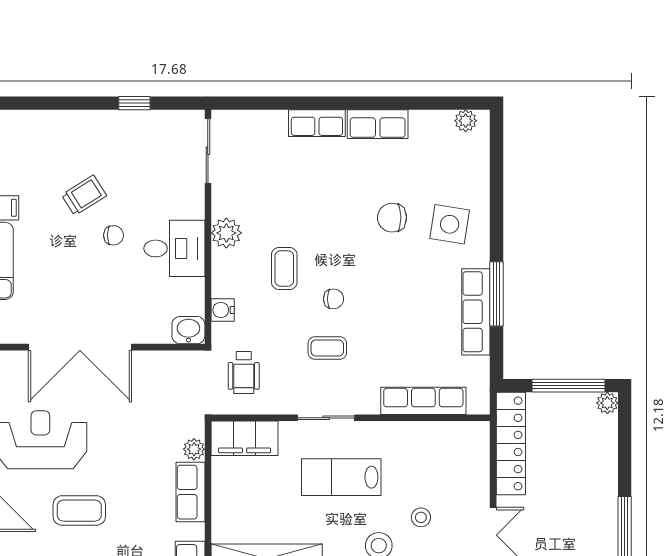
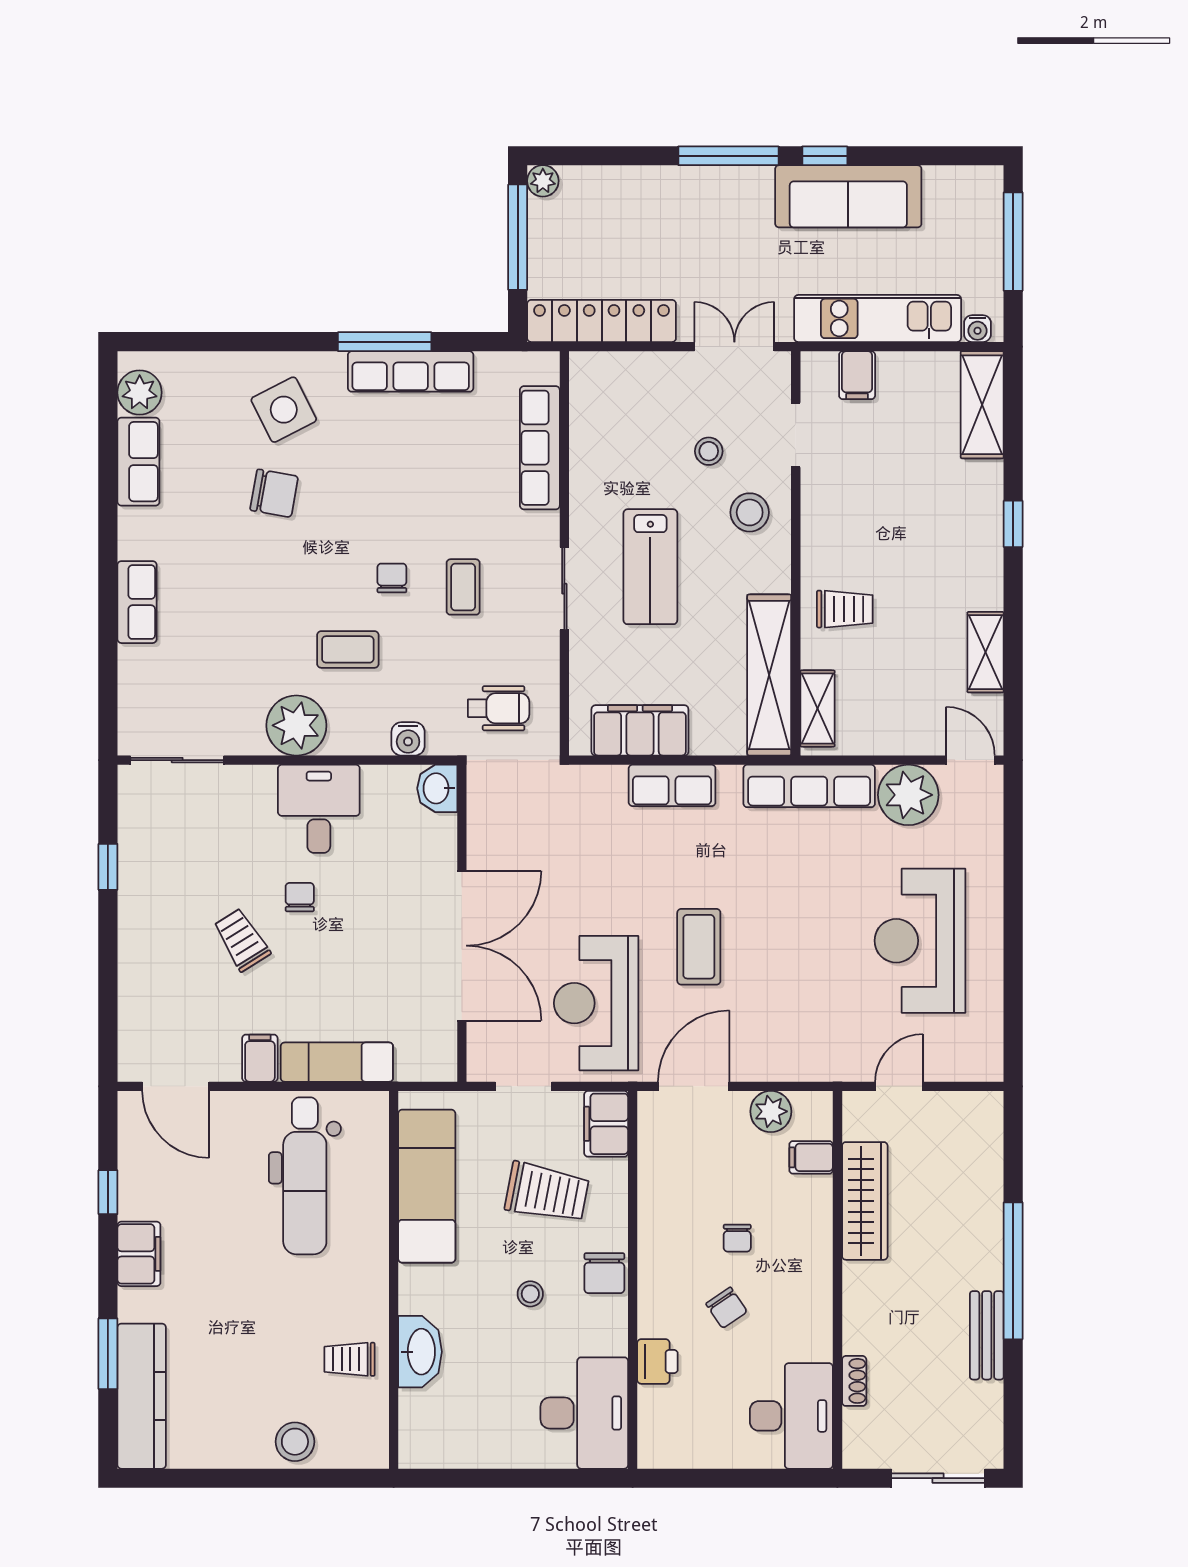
plant: (466, 121) -> (140, 392), width x1.38, depth x1.38
row of seats: (378, 124) -> (138, 462), moved
chair: (392, 218) -> (274, 493), turned -80
side table: (450, 224) -> (284, 410), turned -36
plant: (226, 233) -> (296, 725), width x1.36, depth x1.36
filing cabinet: (245, 438) -> (640, 730), moved, turned -90
plant: (194, 449) -> (610, 780), removed

